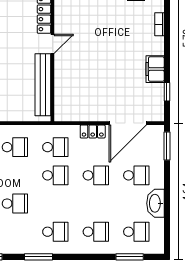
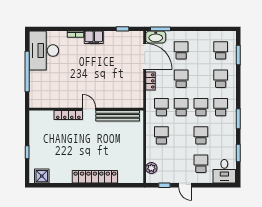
filing cabinet: (155, 69) -> (94, 37), moved
washbasin: (155, 203) -> (156, 37), moved
school desk: (55, 204) -> (201, 107), added

